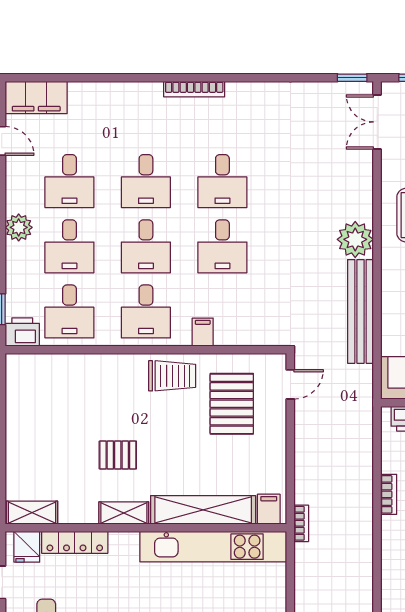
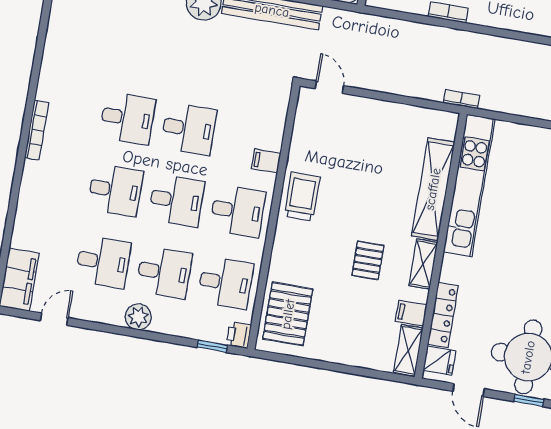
printer: (22, 332) -> (239, 335), width x0.73, depth x0.81
pallet: (232, 404) -> (288, 314), moved, turned 90
filing cabinet: (269, 509) -> (411, 313), moved

